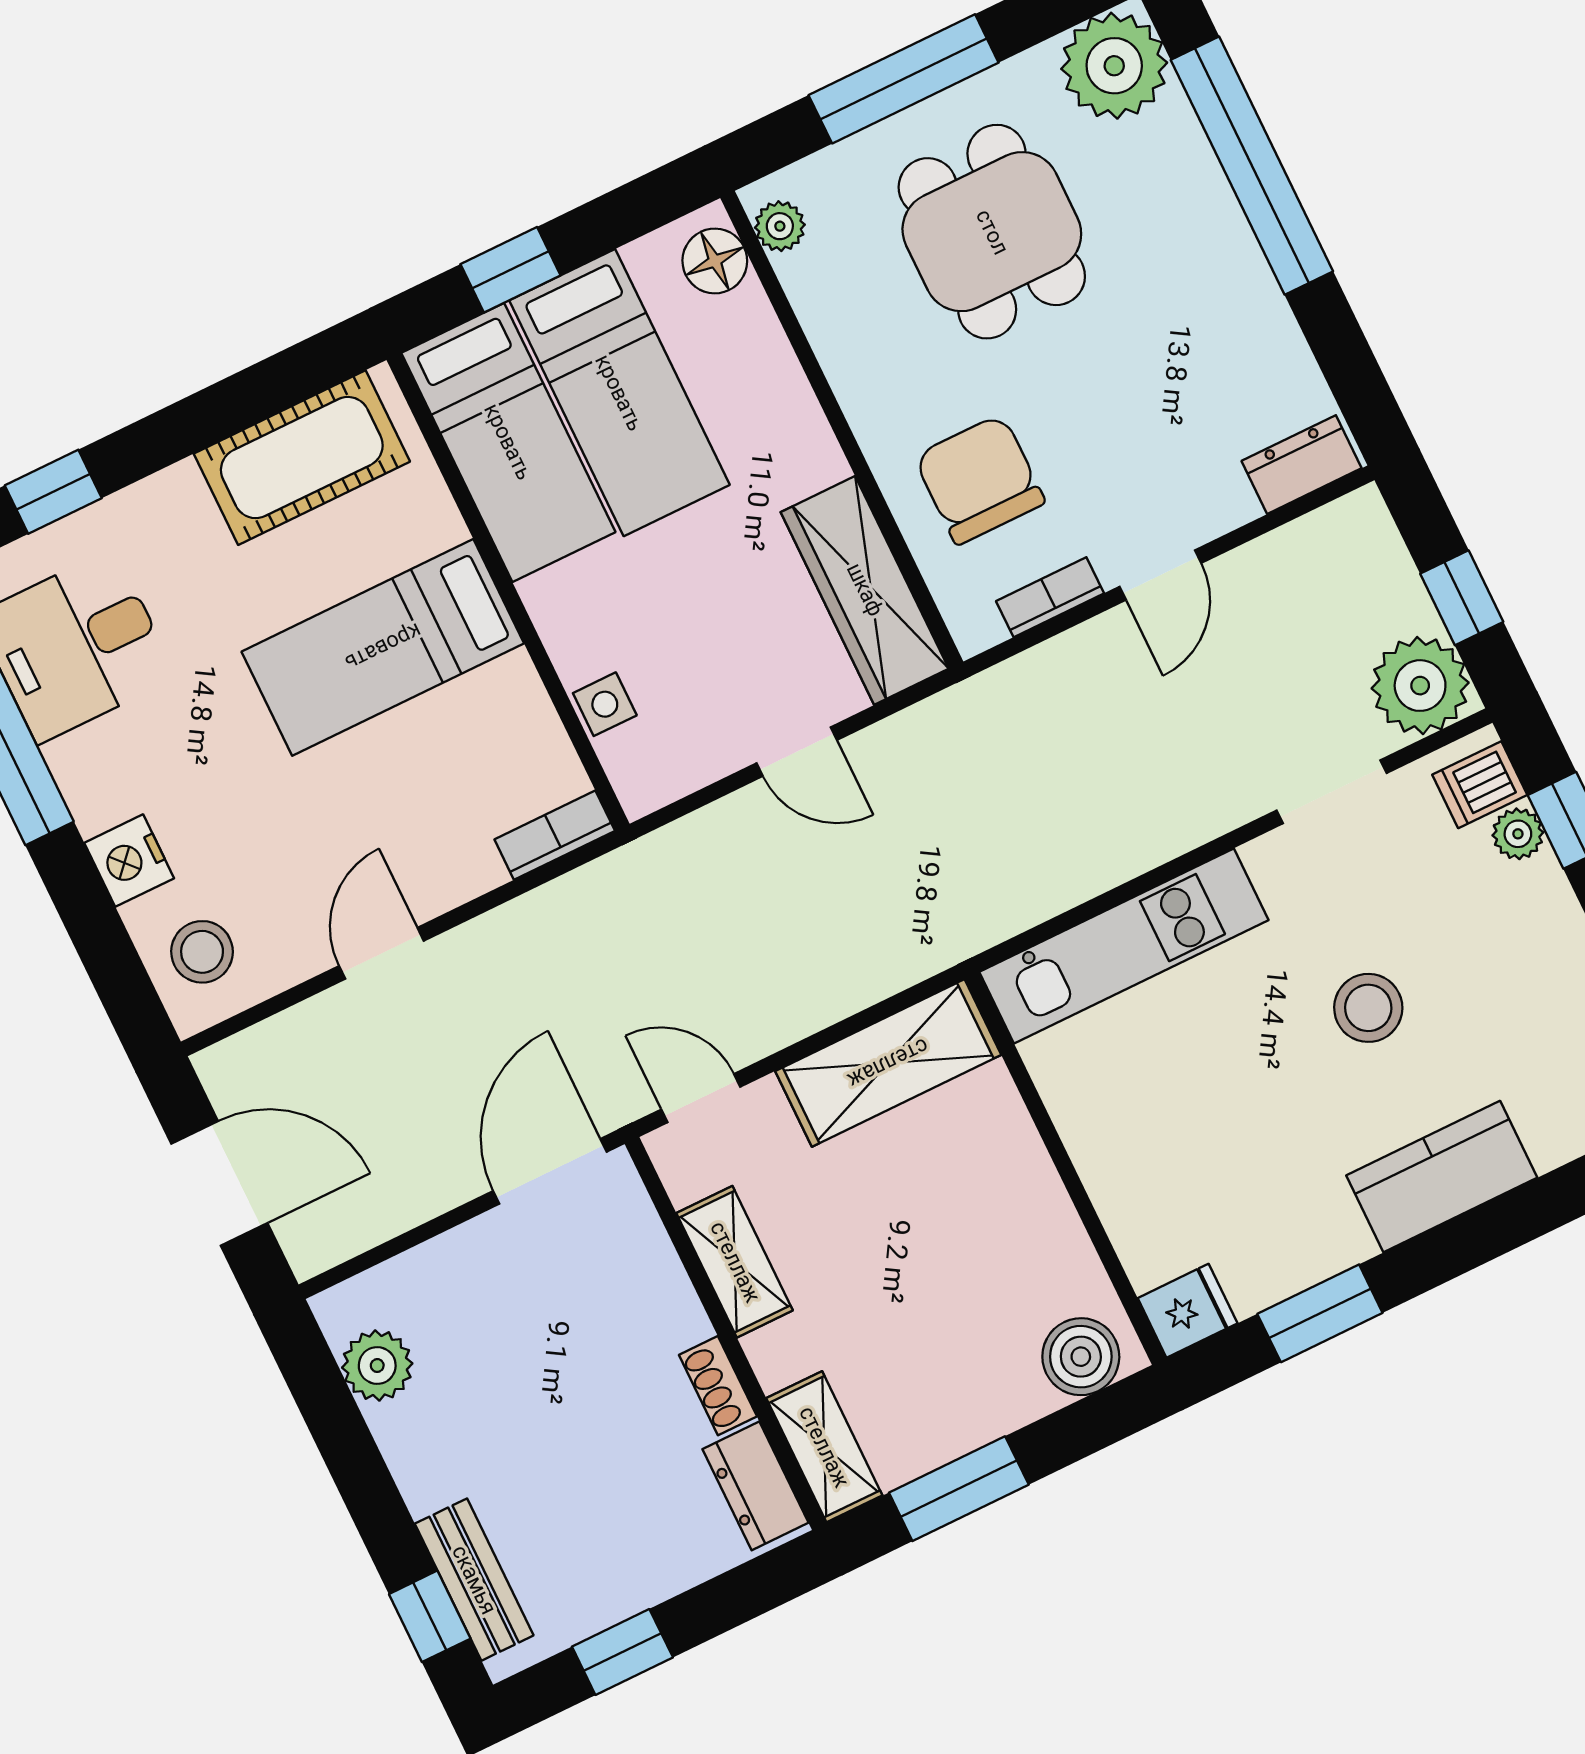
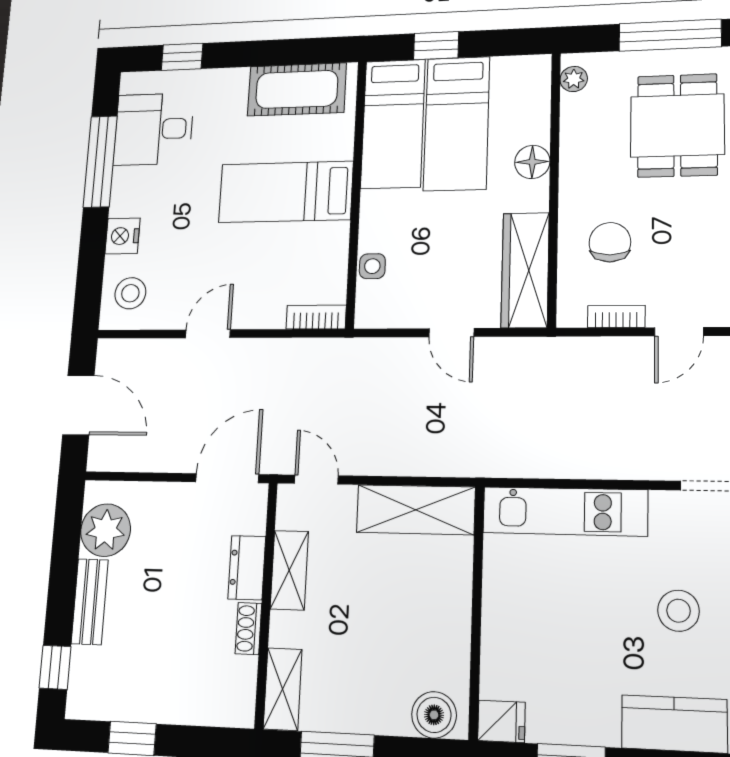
floor lamp: (715, 261) -> (532, 162), moved
chair: (979, 480) -> (610, 242), width x0.73, depth x0.73
plant: (377, 1366) -> (106, 530), width x1.36, depth x1.36
dresser: (756, 1486) -> (247, 568), moved
bench: (474, 1580) -> (90, 602), moved

